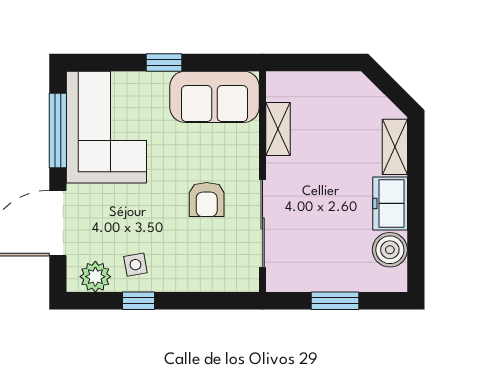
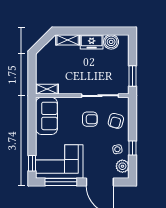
window: (164, 62) -> (32, 163), moved
shelving: (278, 129) -> (47, 89), moved
armchair: (203, 261) -> (116, 121), added
window: (335, 301) -> (133, 76), moved

